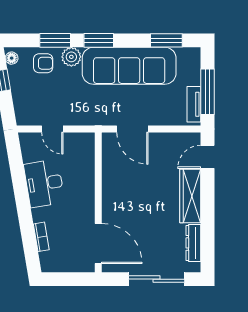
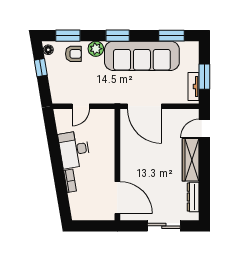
window: (55, 40) -> (68, 36), moved
window: (207, 92) -> (204, 77), width x0.69
door: (52, 129) -> (81, 106), hinge flipped
door: (132, 129) -> (145, 106), width x1.36
bookcase: (41, 237) -> (70, 181), moved
sliding door: (157, 279) -> (164, 226), width x0.73

